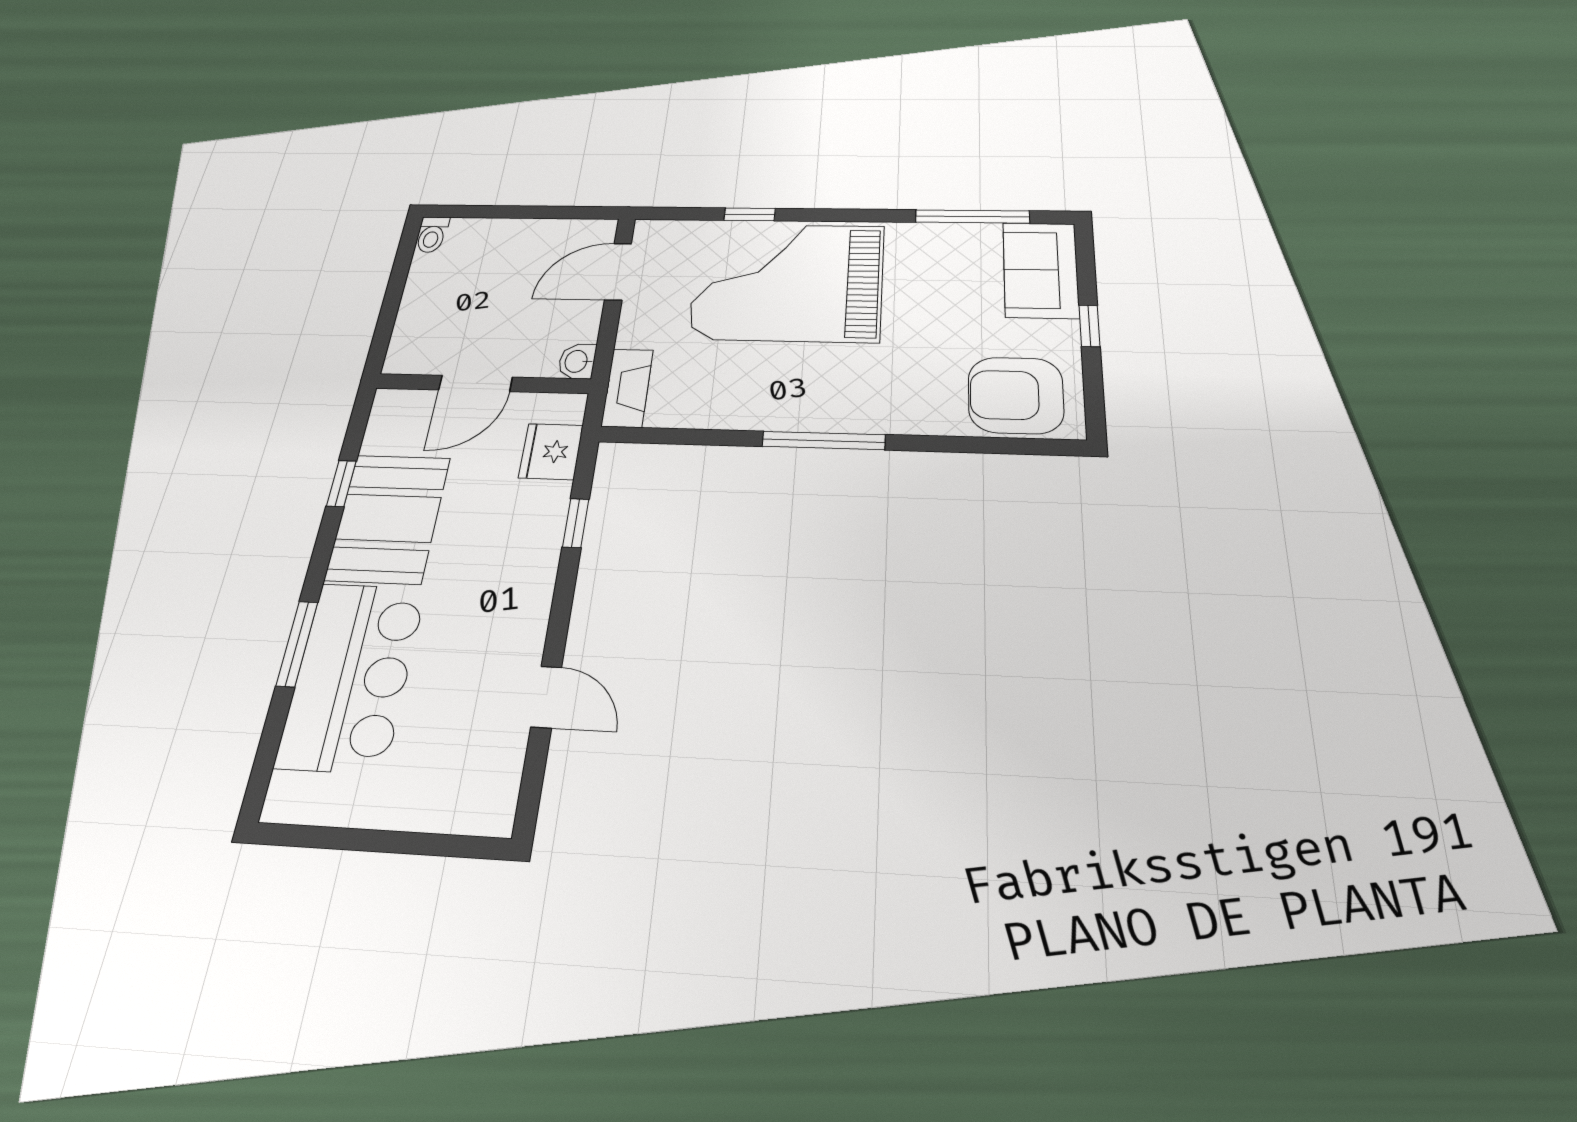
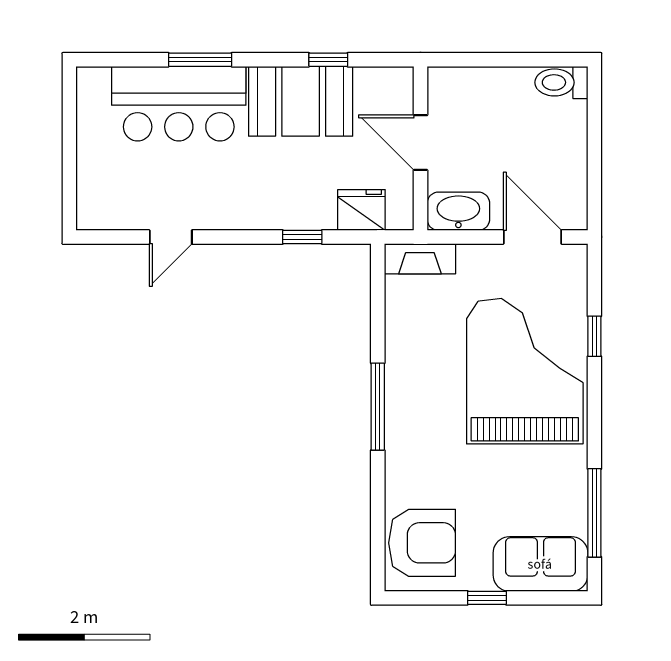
toilet: (432, 235) -> (561, 82), width x1.37, depth x1.39
washbasin: (577, 361) -> (458, 211), width x1.91, depth x1.45
armchair: (1016, 395) -> (422, 543), turned 90

